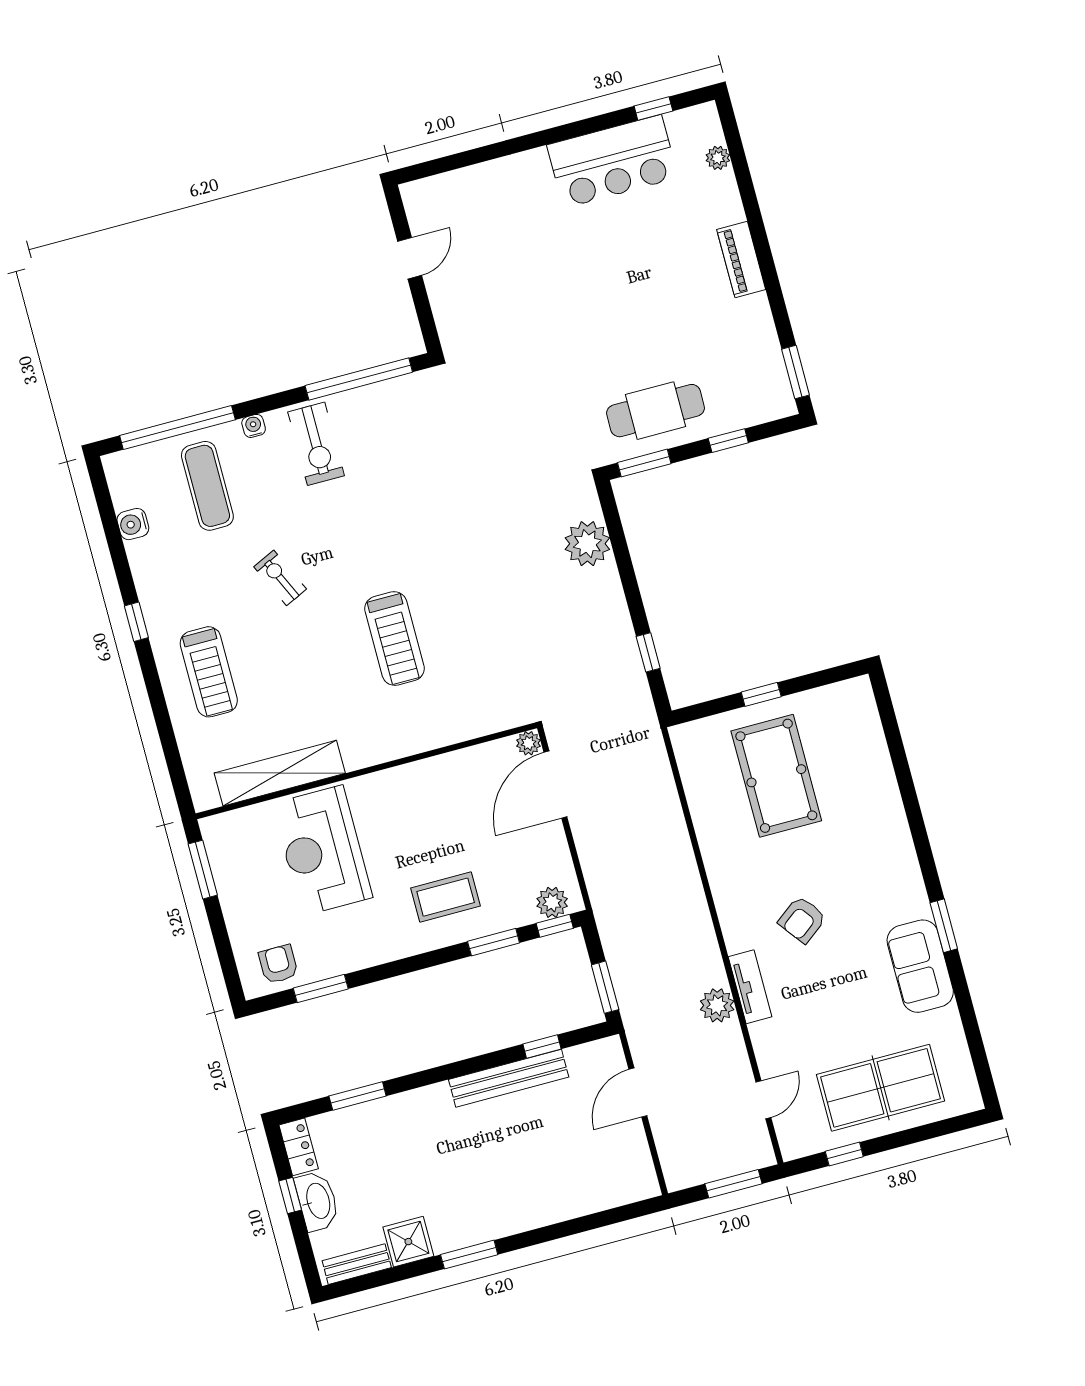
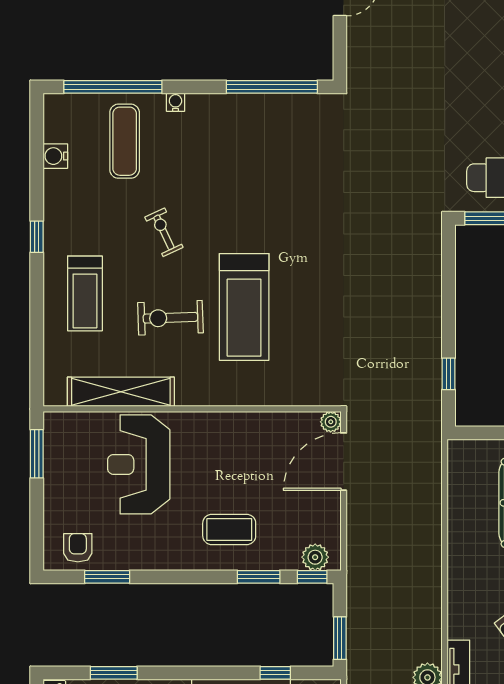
exercise bike: (316, 444) -> (170, 318), moved, turned 88
plant: (587, 544) -> (423, 272), removed
treadmill: (394, 639) -> (244, 307), width x1.37, depth x1.38

